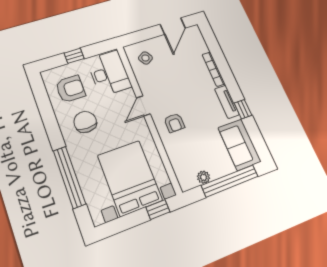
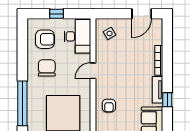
armchair: (174, 123) -> (109, 106), moved

